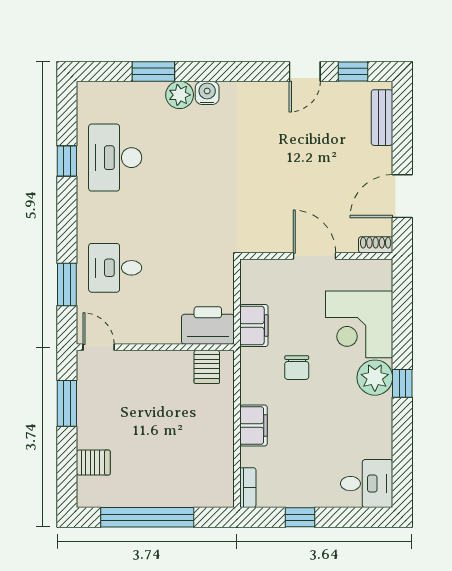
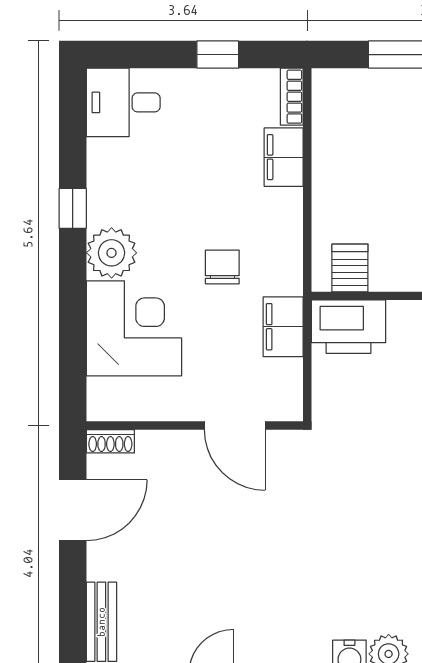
door: (315, 256) -> (235, 425), moved
window: (402, 383) -> (73, 208), moved
filing cabinet: (254, 426) -> (284, 157), moved

